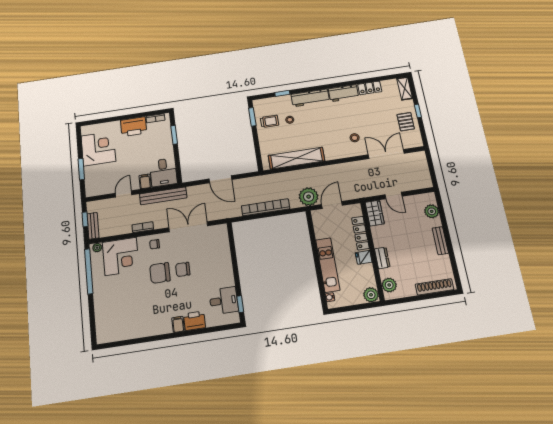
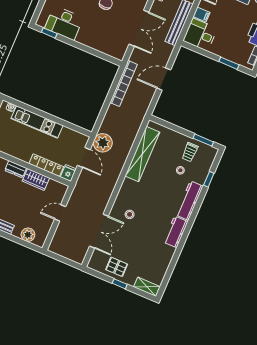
locker: (370, 88) -> (166, 257), removed
bookcase: (266, 207) -> (124, 83), moved
wardrobe: (375, 213) -> (36, 179), moved
fridge: (364, 257) -> (68, 173), moved
desk: (224, 301) -> (64, 23), width x1.37

